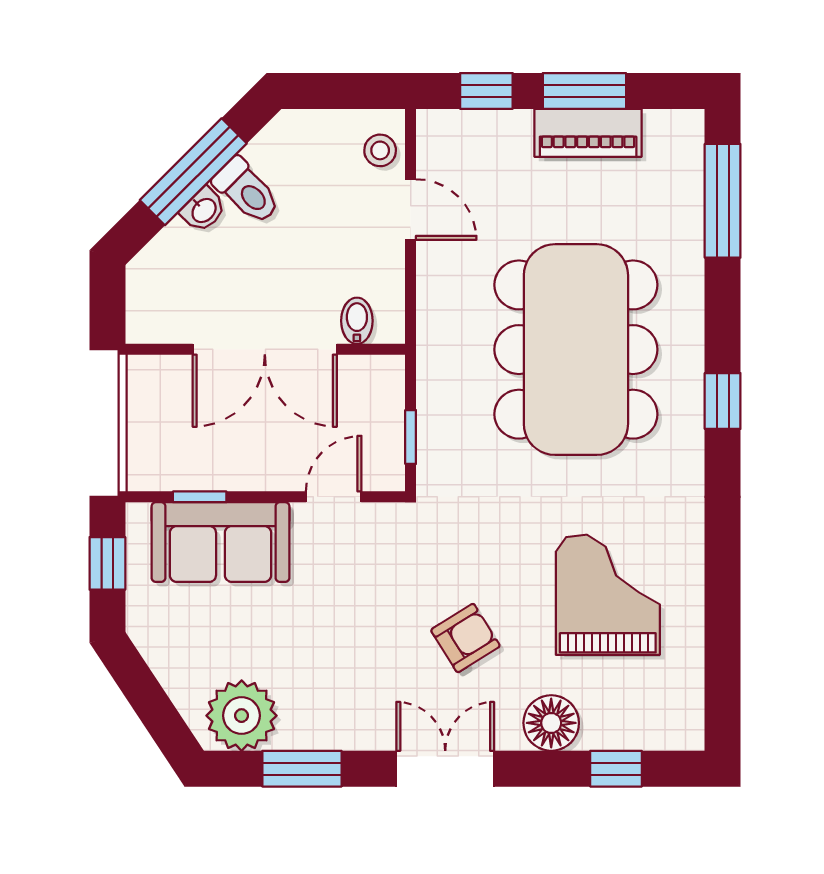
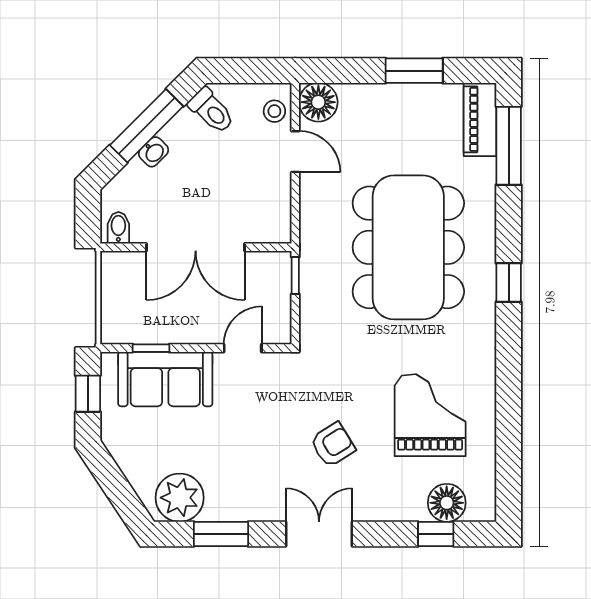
window: (486, 91) -> (347, 71), removed
piano: (588, 133) -> (480, 119), moved, turned 90
floor lamp: (444, 137) -> (318, 102), added
toilet: (247, 191) -> (211, 111), moved
bidet: (357, 321) -> (118, 228), moved
window: (411, 437) -> (295, 276), moved
floor lamp: (551, 723) -> (447, 503), moved

